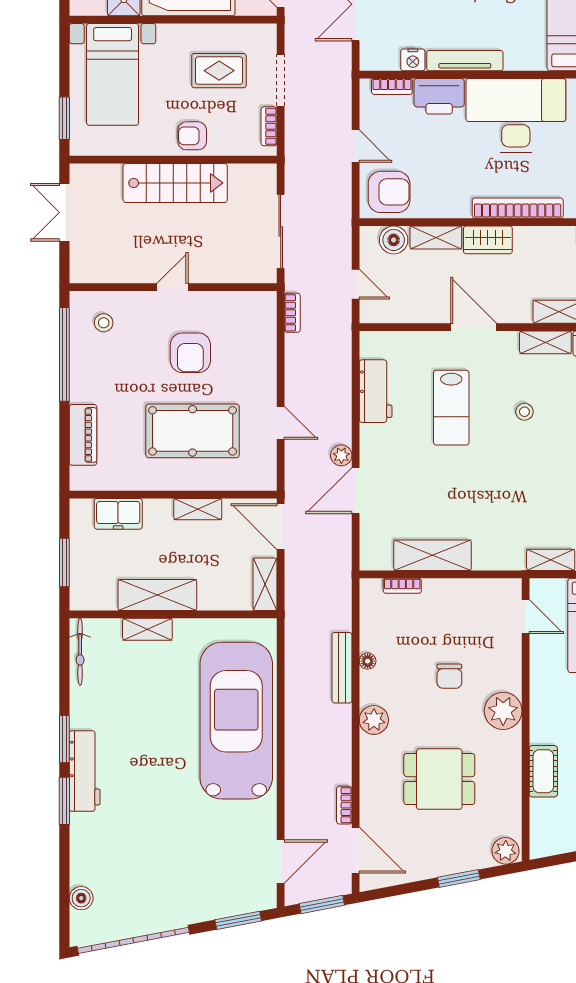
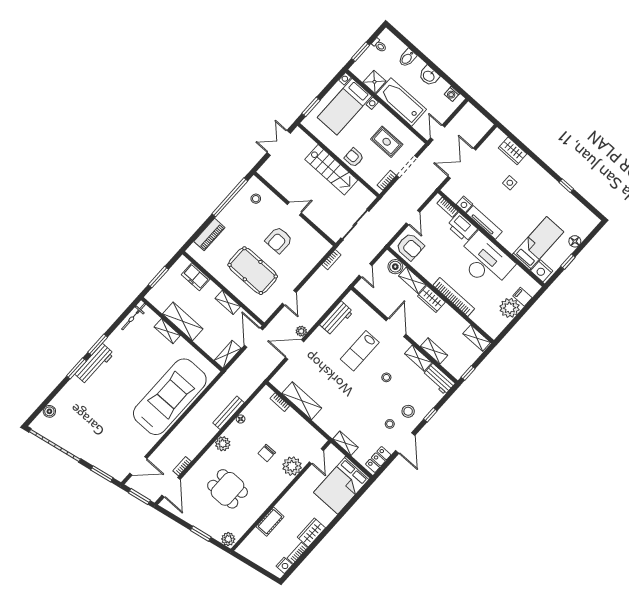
plant: (503, 711) -> (292, 466), moved

